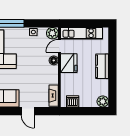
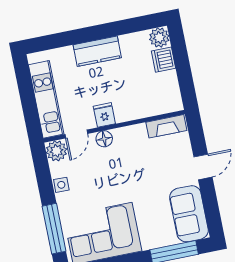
door: (59, 46) -> (76, 134), hinge flipped
fridge: (69, 63) -> (104, 115), width x0.53, depth x0.75
dishwasher: (73, 101) -> (164, 60), moved

